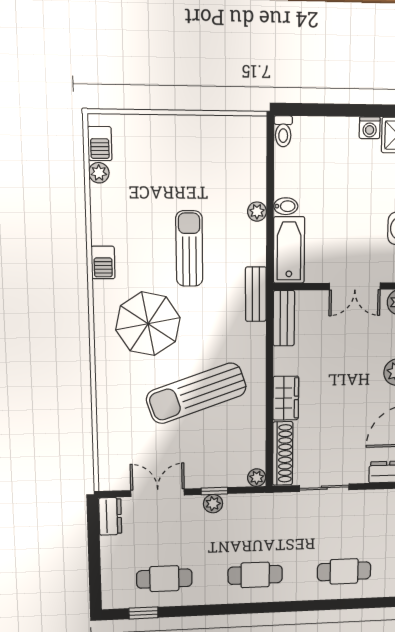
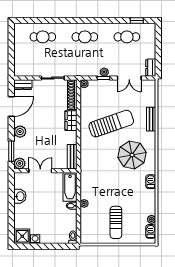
sun lounger: (189, 249) -> (116, 222), moved
bench: (256, 294) -> (151, 119), moved

